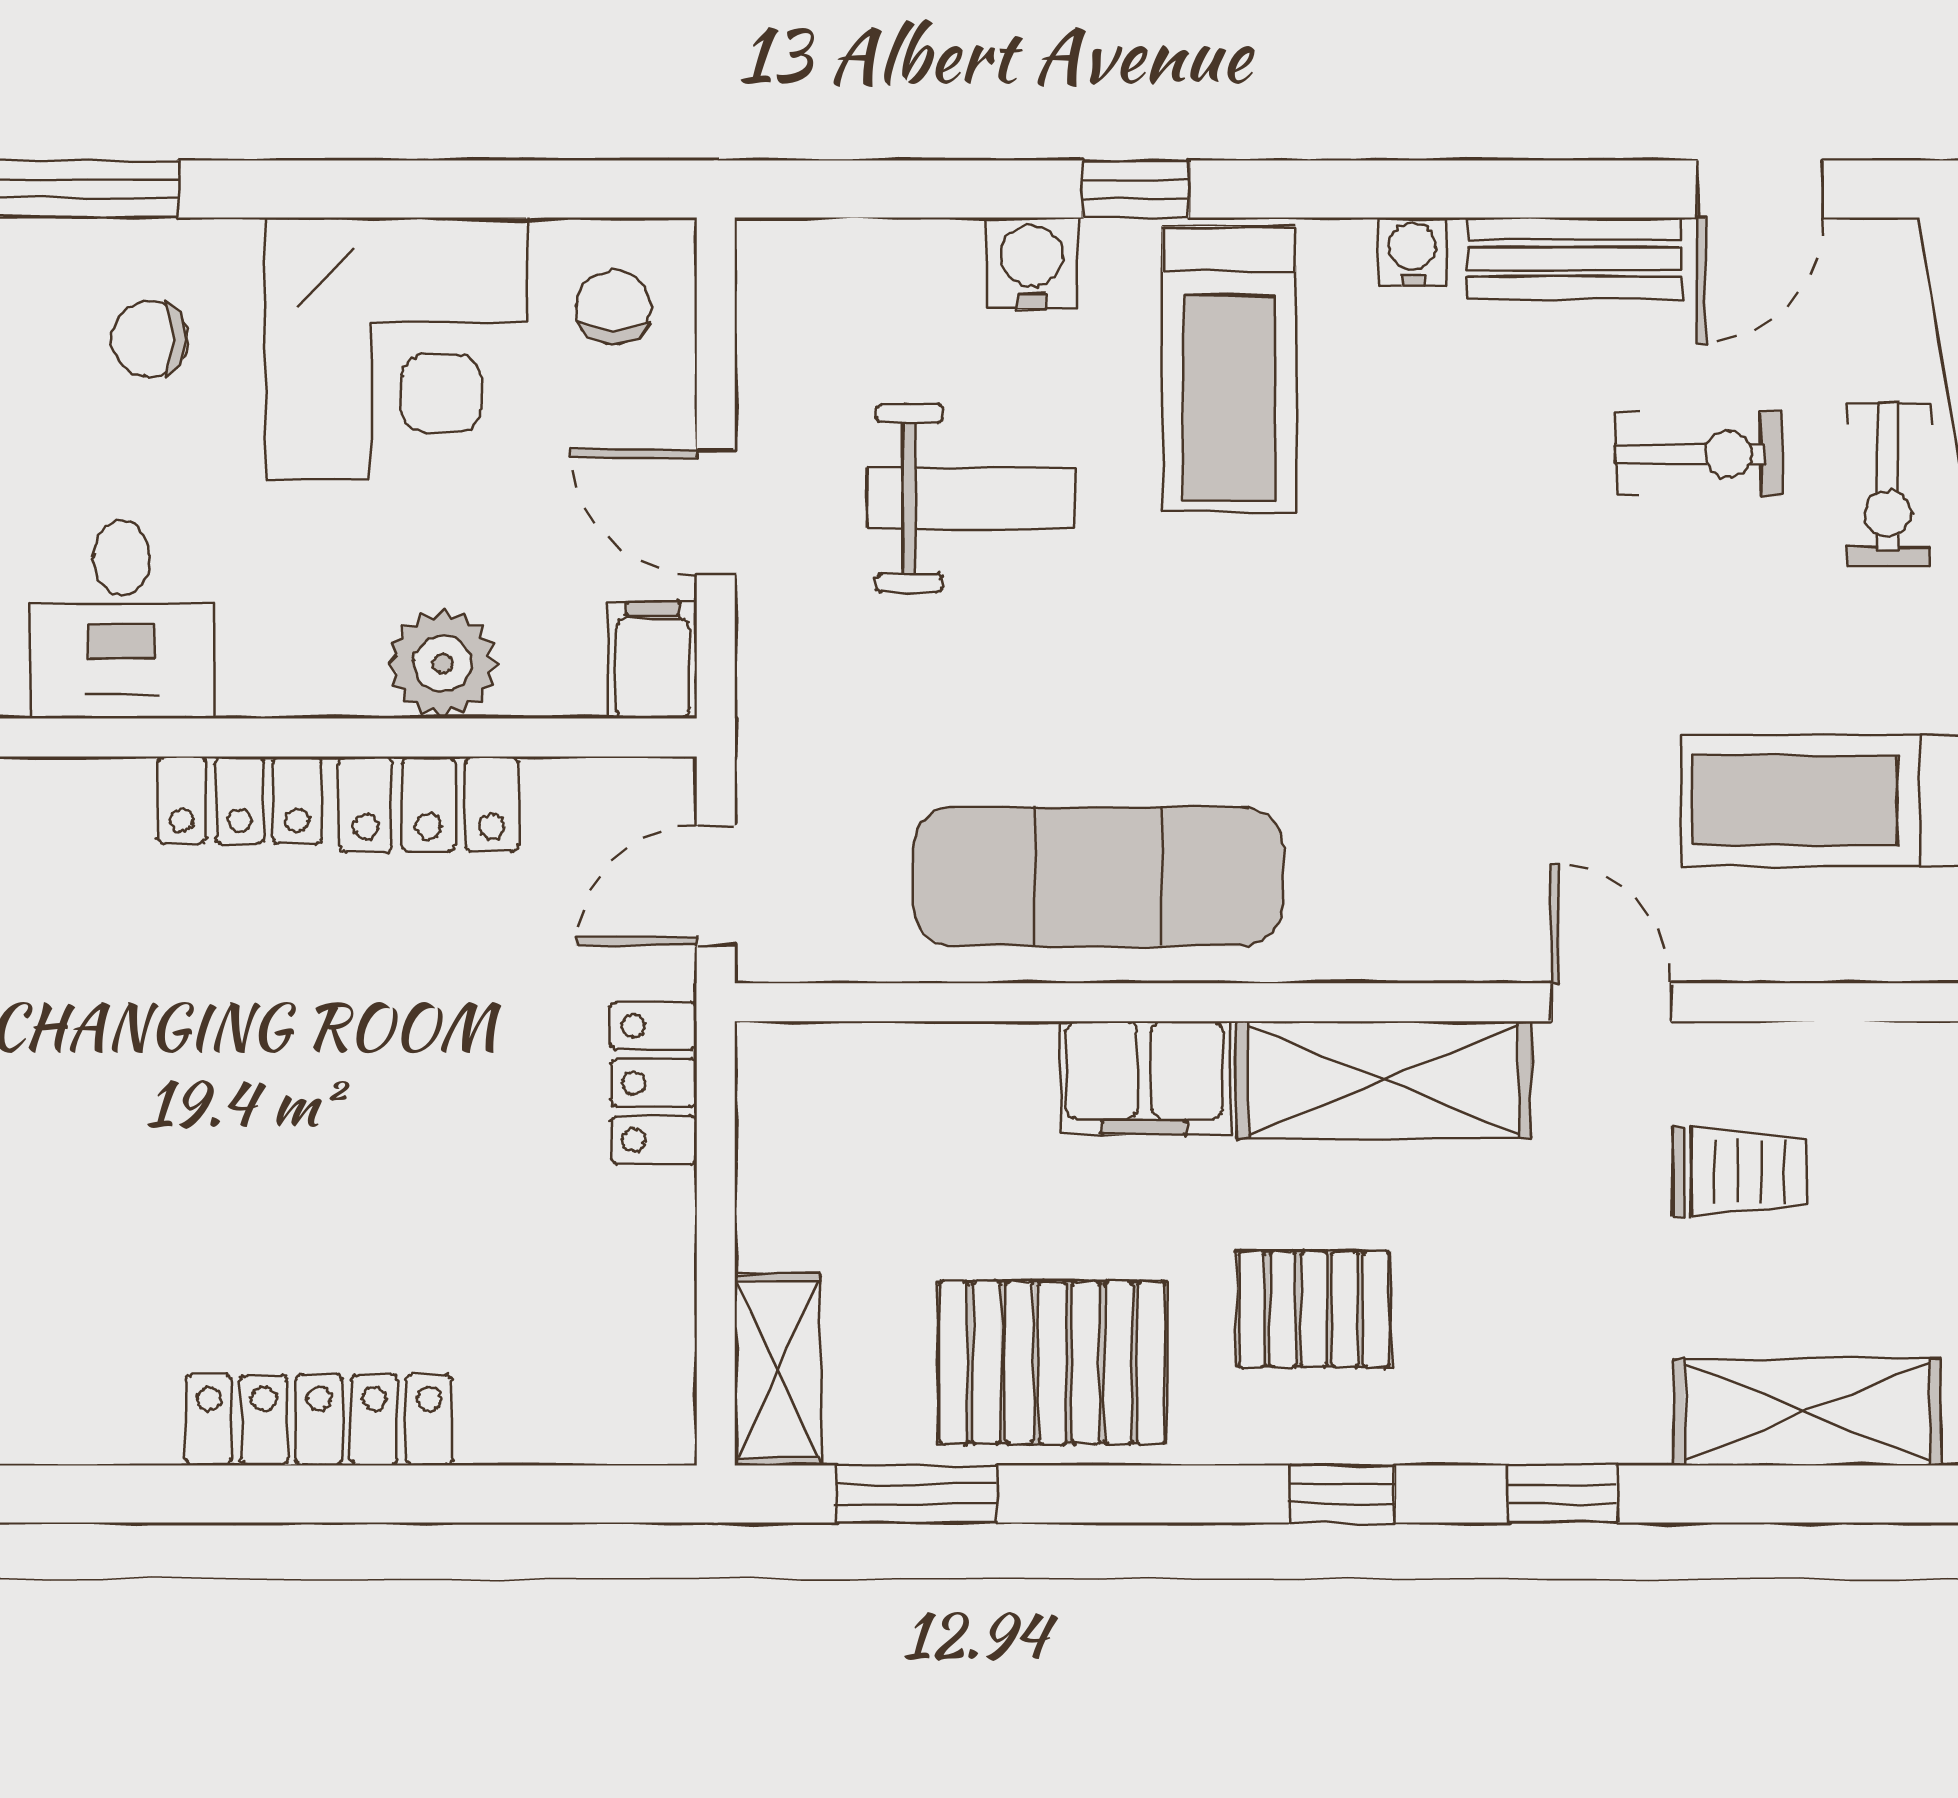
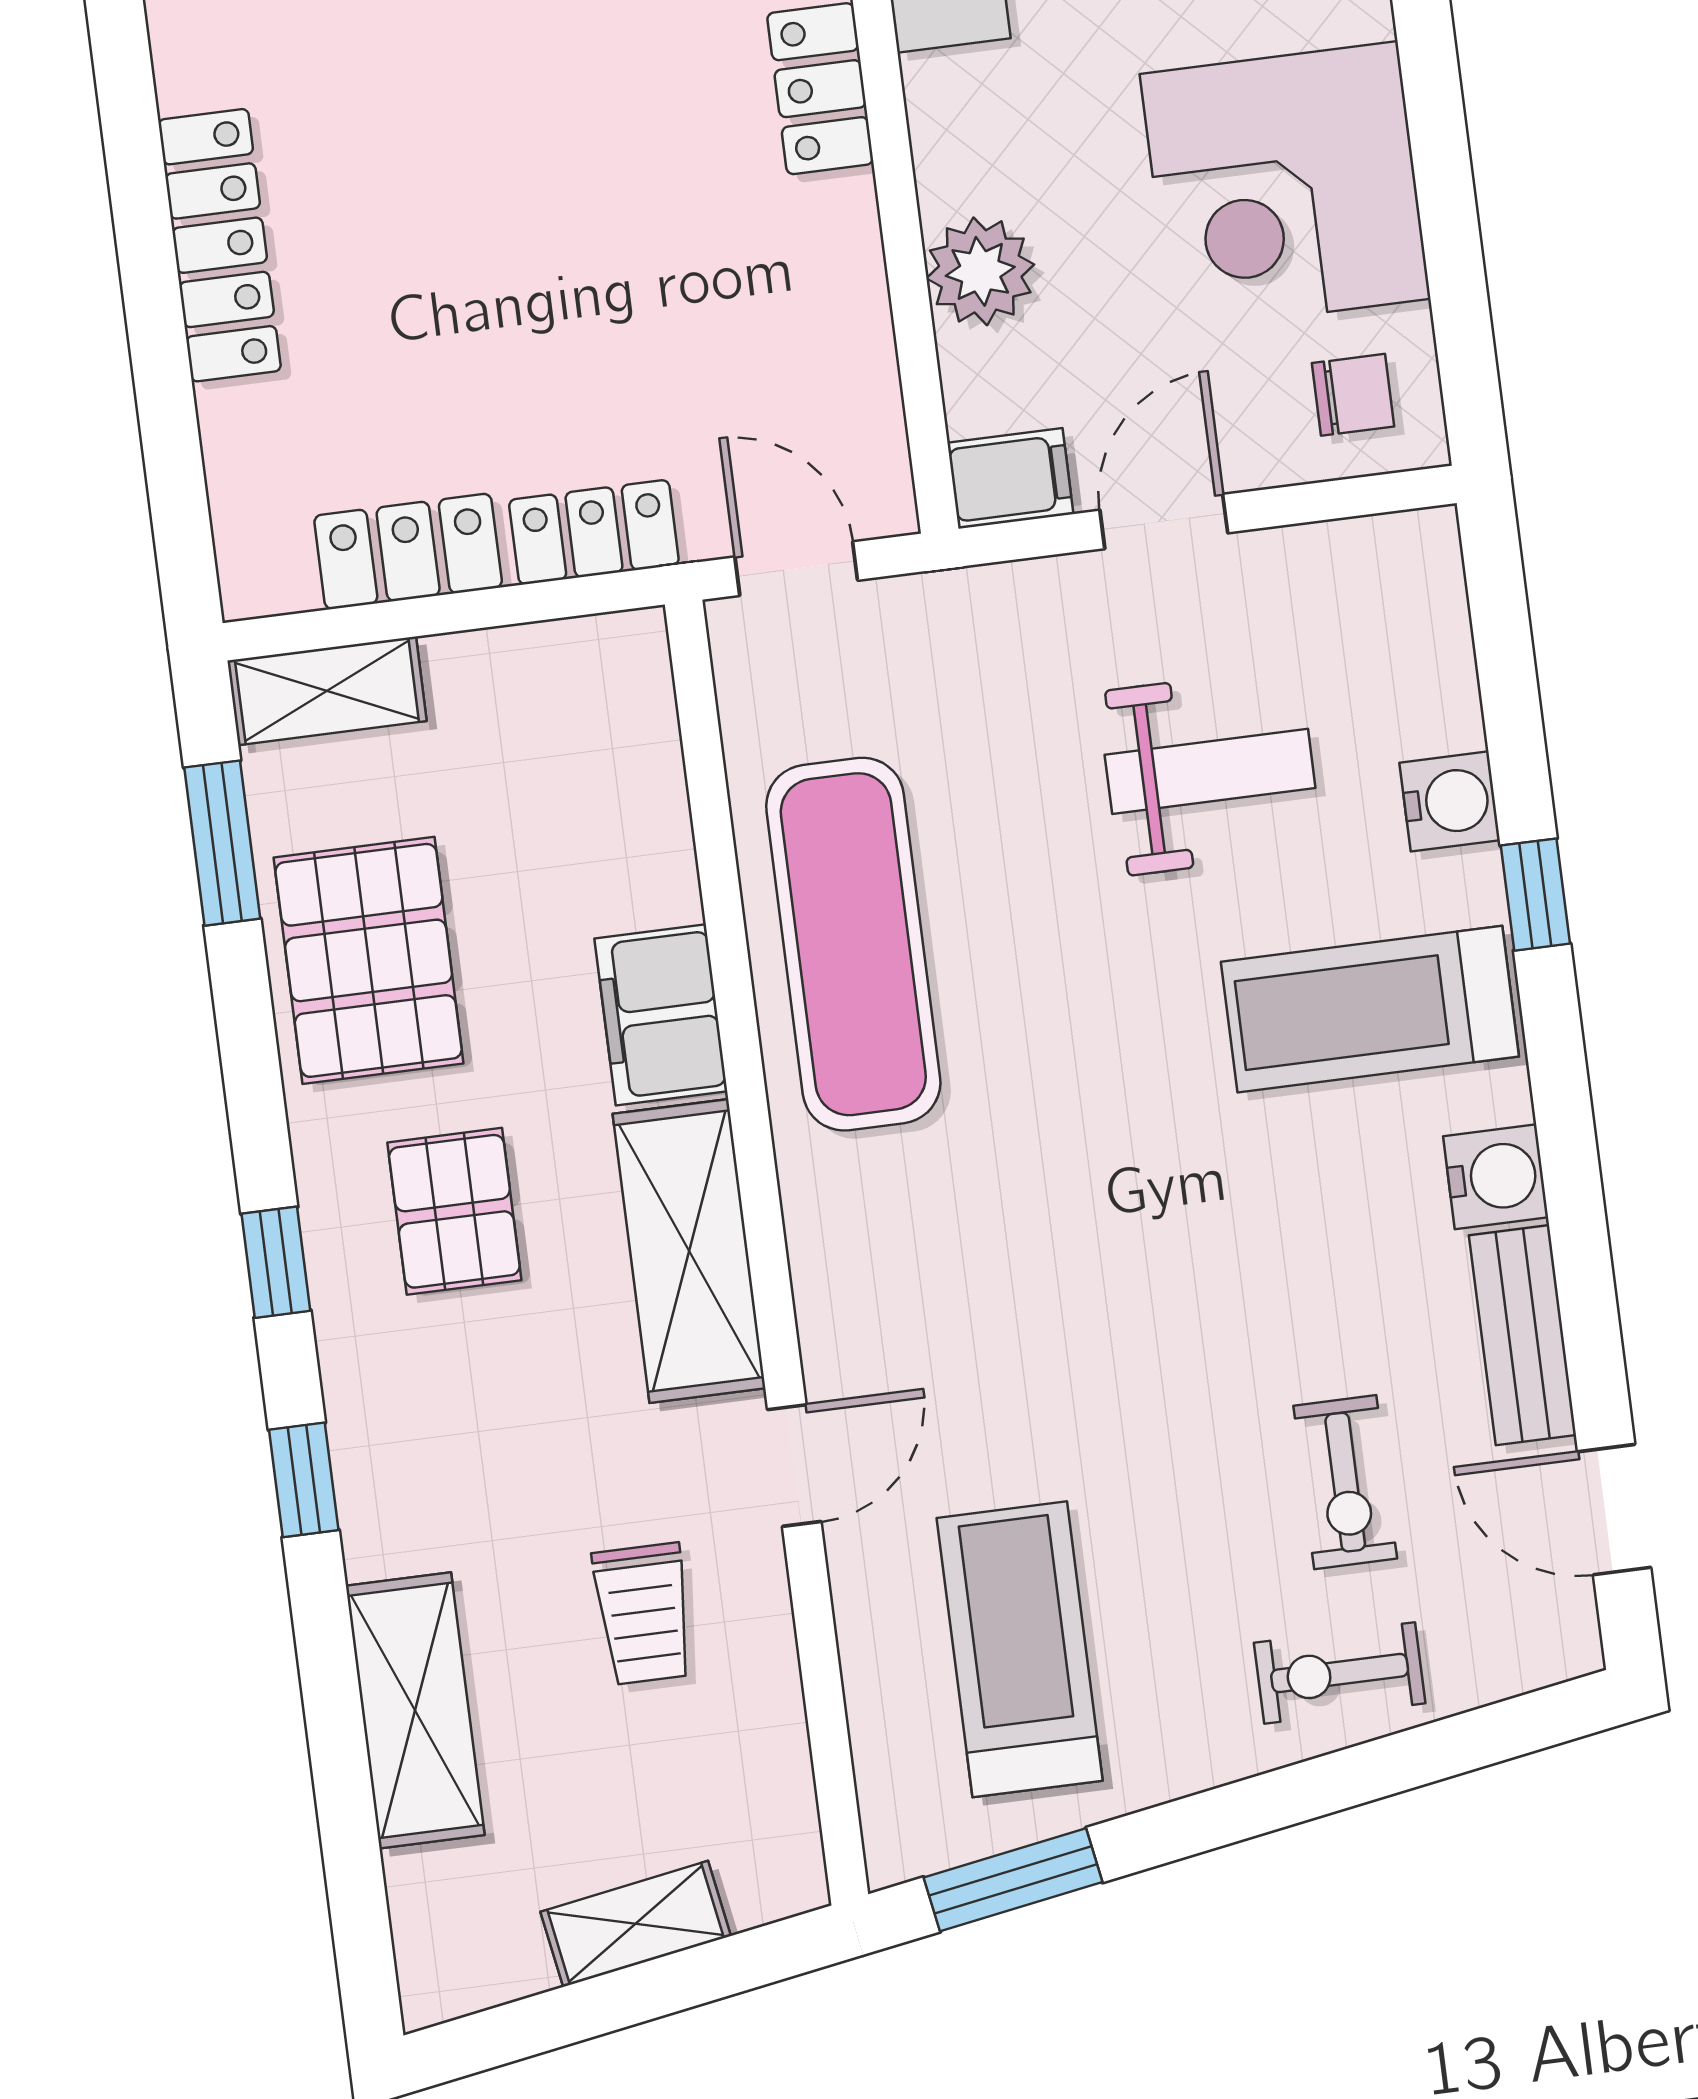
water cooler: (1413, 252) -> (1496, 1177), width x1.38, depth x1.38
weight bench: (971, 498) -> (1210, 771), turned -90
locker: (429, 804) -> (408, 551), moved, turned 90

